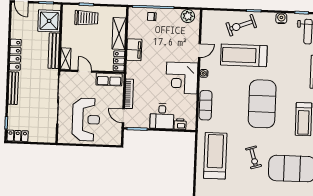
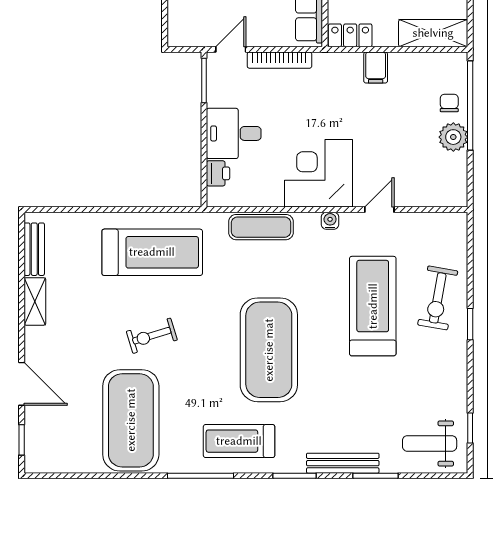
plant: (188, 16) -> (453, 137), moved
water cooler: (281, 18) -> (456, 384), removed
exercise bike: (241, 25) -> (438, 298), turned -149
shelving: (119, 34) -> (433, 33), moved
filing cabinet: (134, 50) -> (376, 68), width x0.50
door: (200, 51) -> (379, 210), swing flipped
exercise mat: (262, 104) -> (269, 350), turned 90

